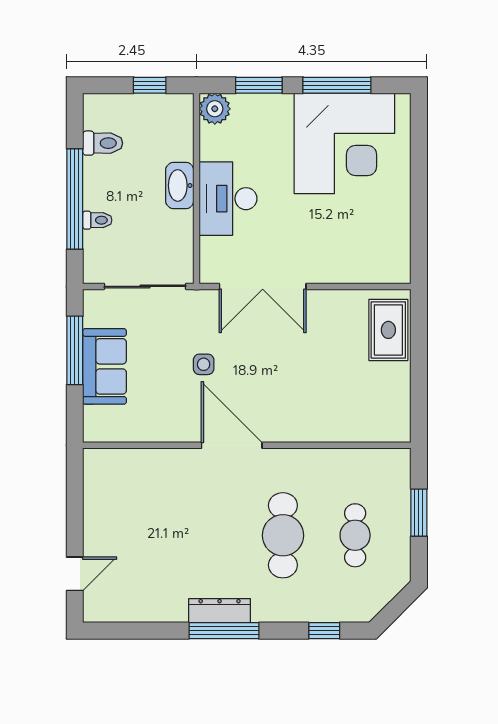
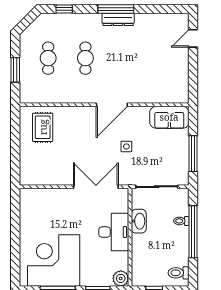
toilet: (103, 143) -> (178, 273), moved
washbasin: (180, 185) -> (139, 221), moved
rug: (388, 330) -> (43, 127), moved
sofa: (105, 366) -> (169, 117), moved, turned -90
door: (232, 445) -> (112, 105), hinge flipped
cafe table: (283, 535) -> (85, 58), width x0.73, depth x0.74

